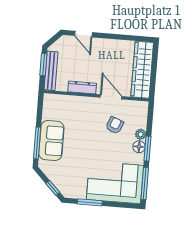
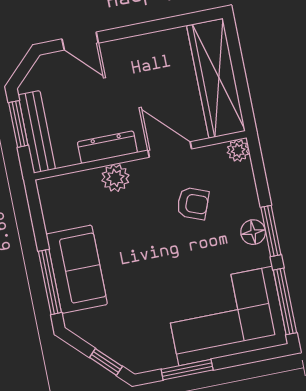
plant: (82, 103) -> (115, 178), added
armchair: (115, 125) -> (193, 203), turned 89
plant: (141, 134) -> (238, 150), moved

